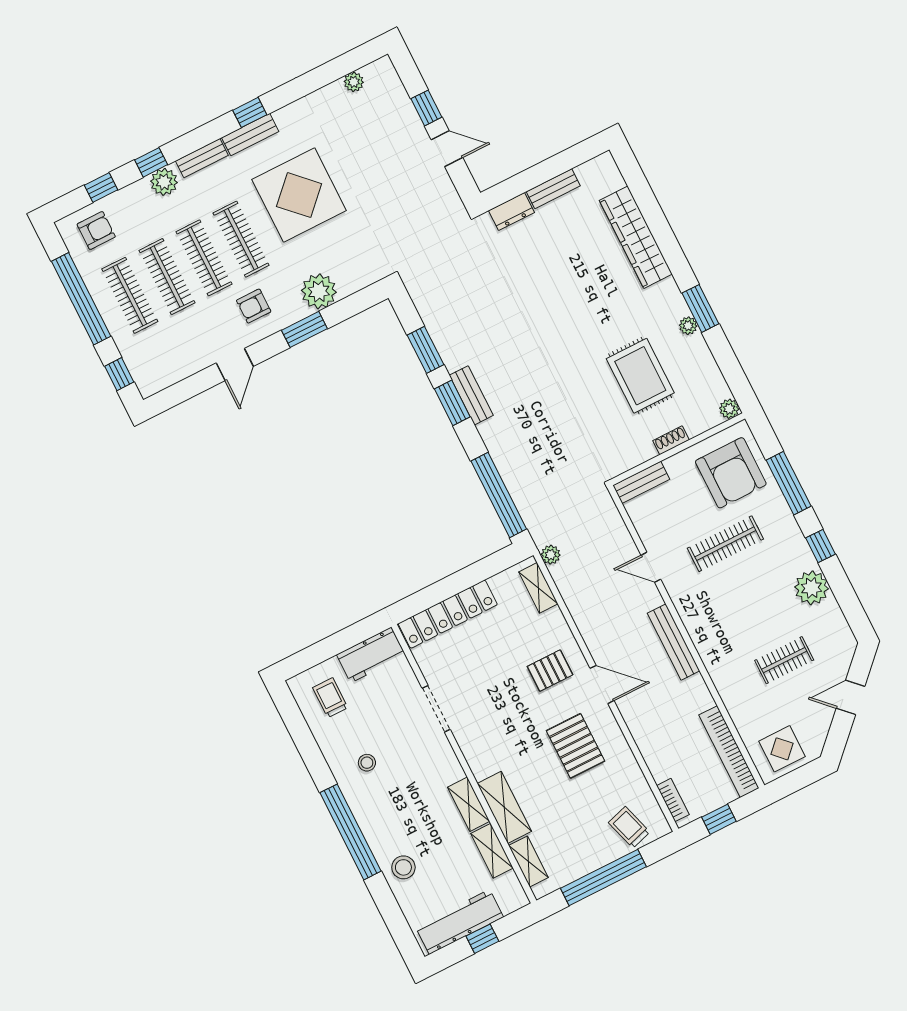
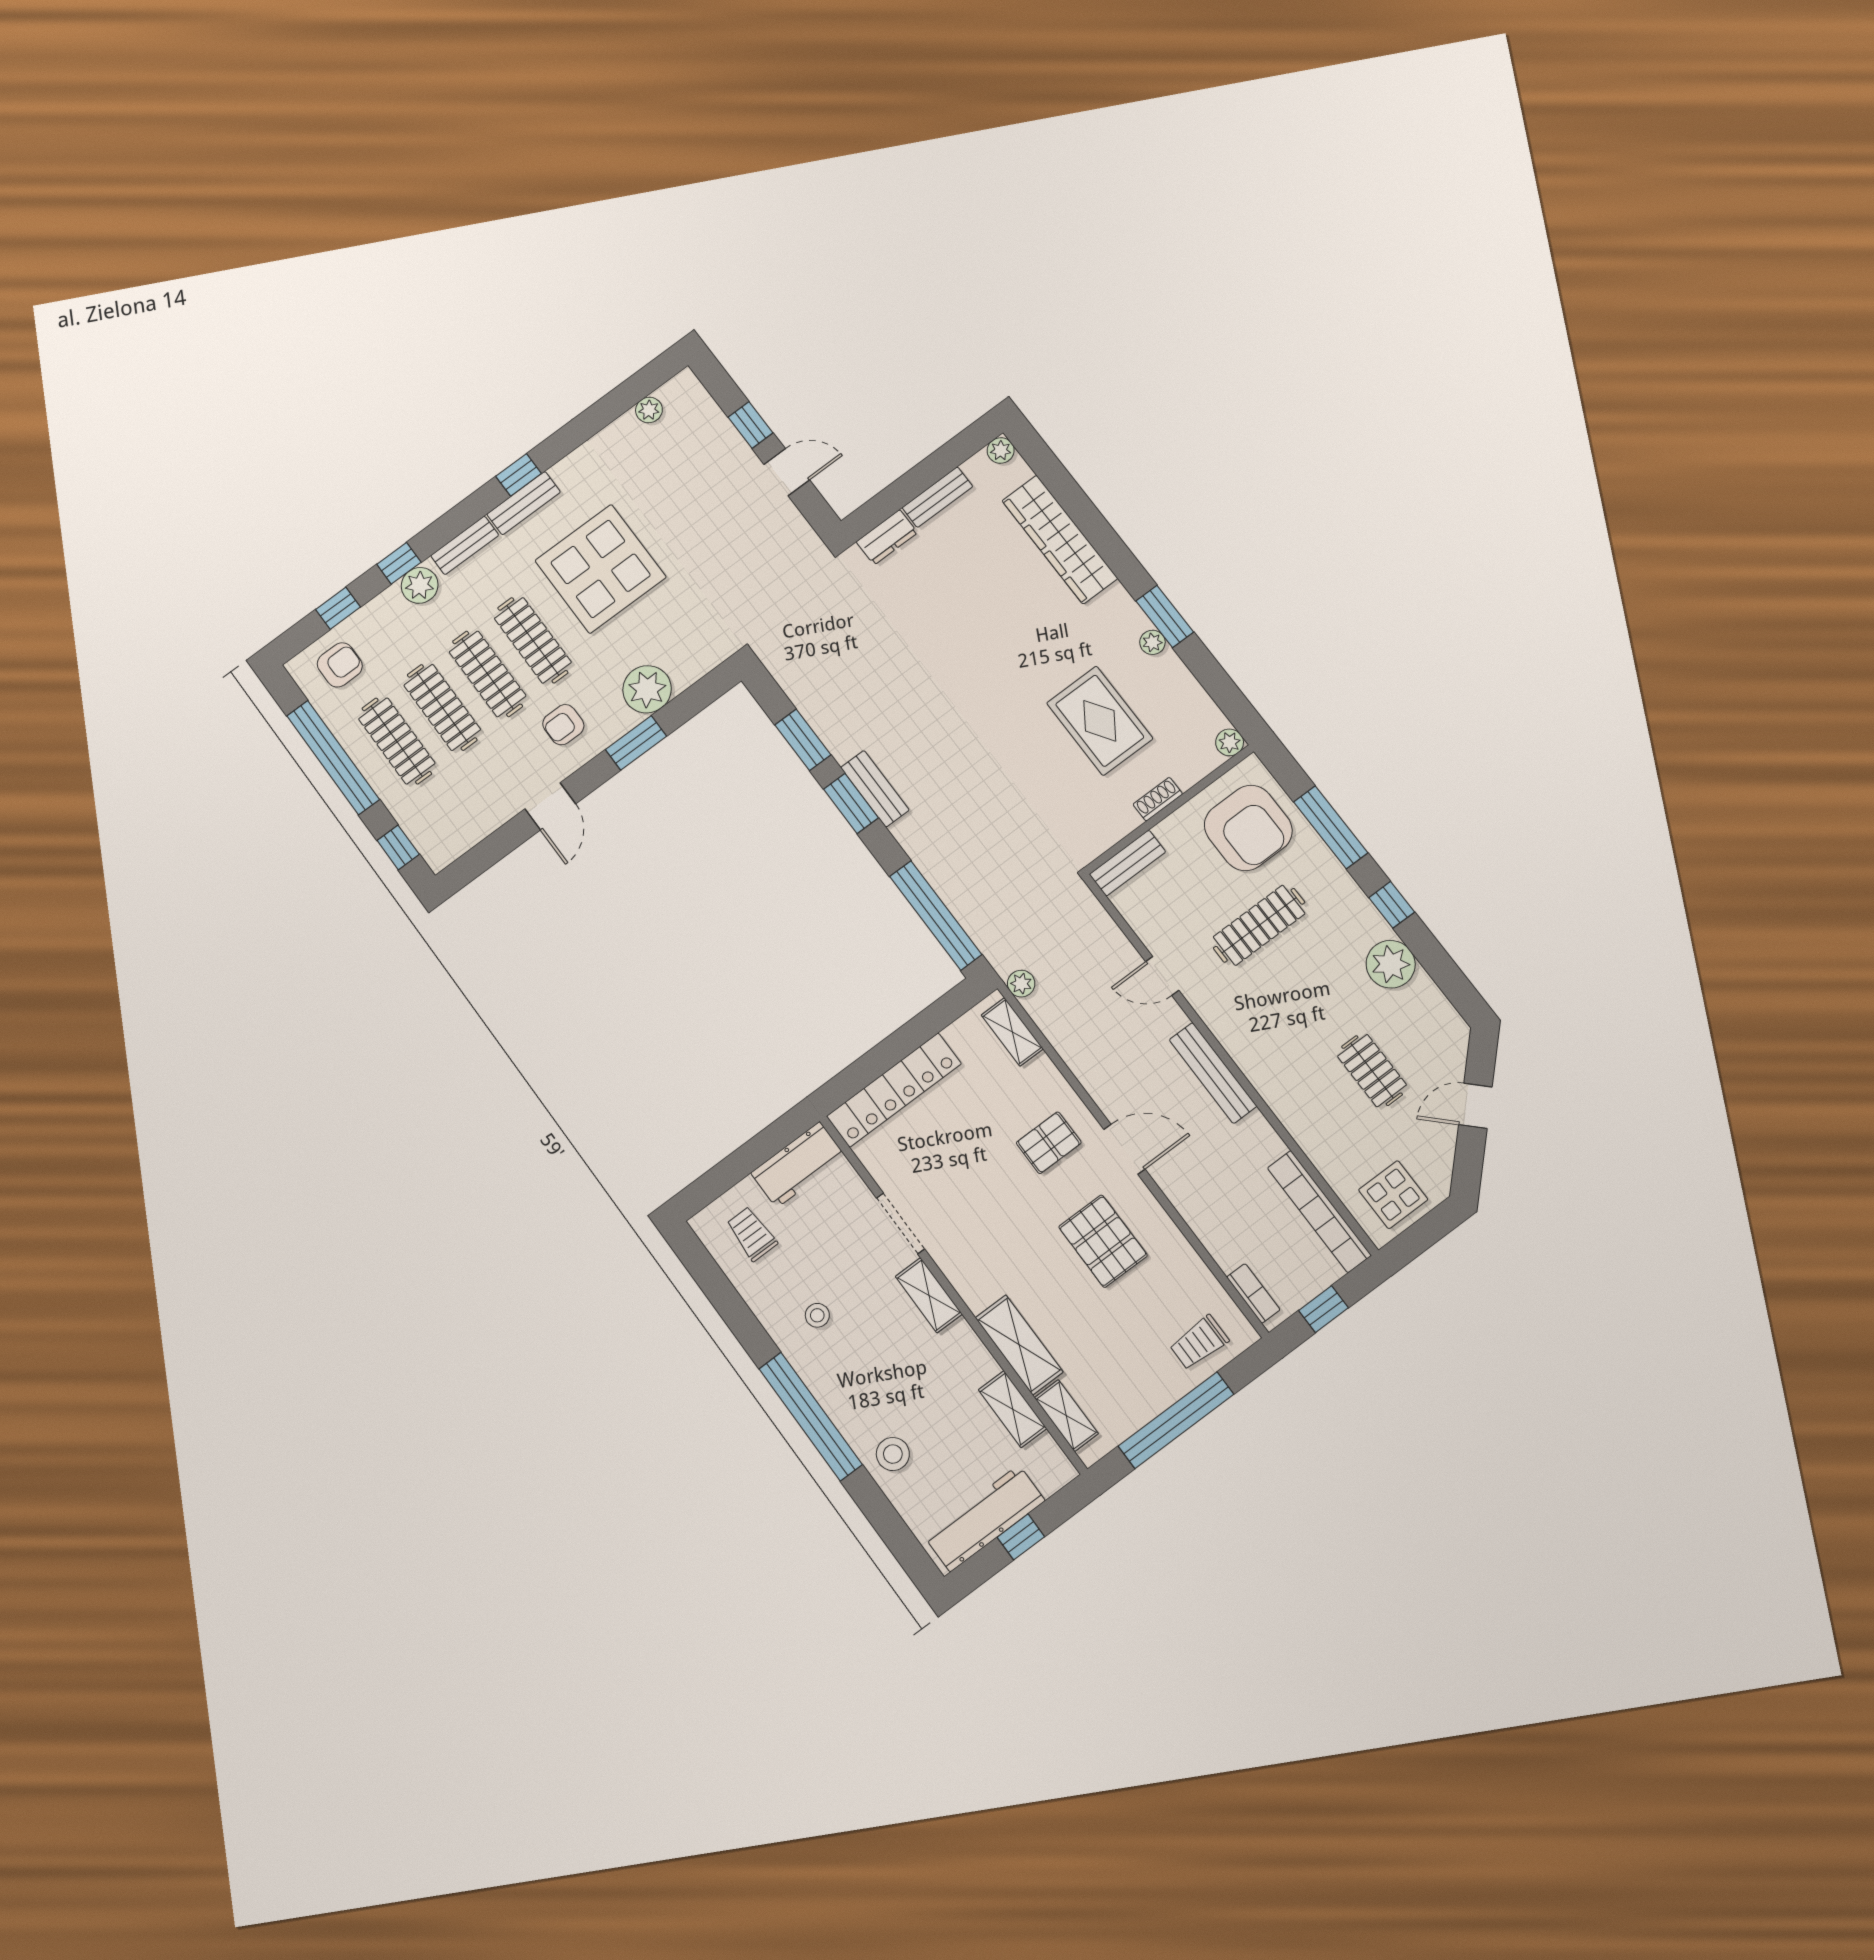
plant: (605, 163) -> (1001, 450), added
clothes rail: (784, 660) -> (1372, 1071), turned 90
shelving: (469, 804) -> (929, 1295), moved
trolley: (629, 827) -> (1199, 1343), turned -73

